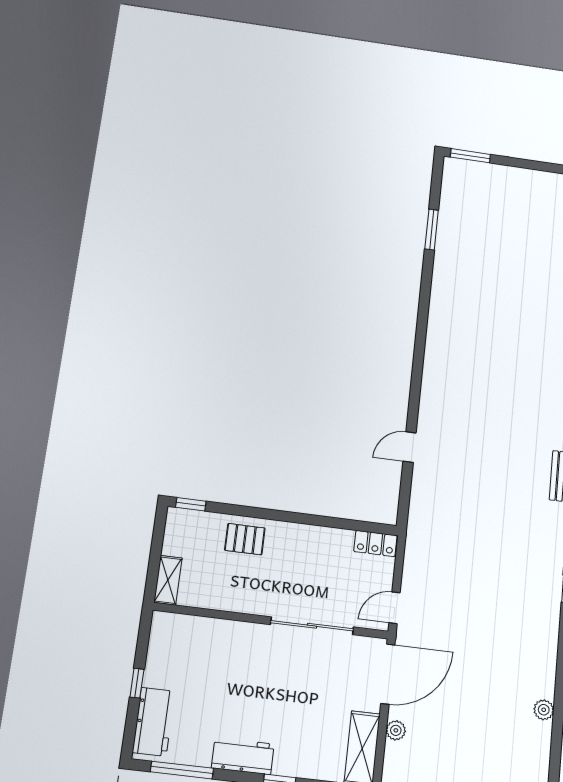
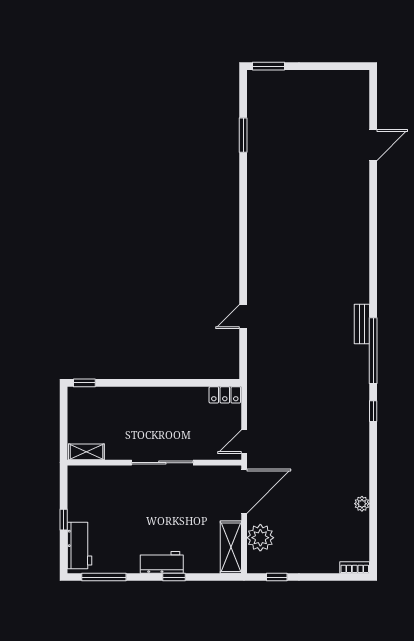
pallet: (245, 539) -> (127, 404), removed
shelving: (168, 580) -> (86, 452), moved, turned 90
sliding door: (312, 626) -> (162, 463), moved
plant: (396, 730) -> (260, 538), width x1.88, depth x1.88
workbench: (243, 756) -> (162, 562), moved

